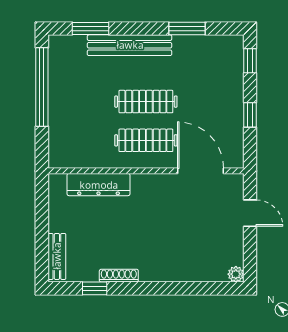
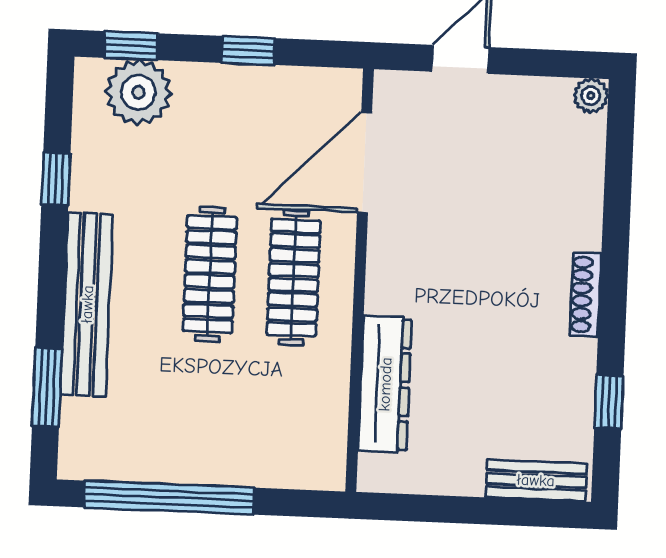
window: (187, 29) -> (56, 179), width x0.67
plant: (229, 65) -> (138, 92), added
shoe rack: (119, 276) -> (586, 295), moved

